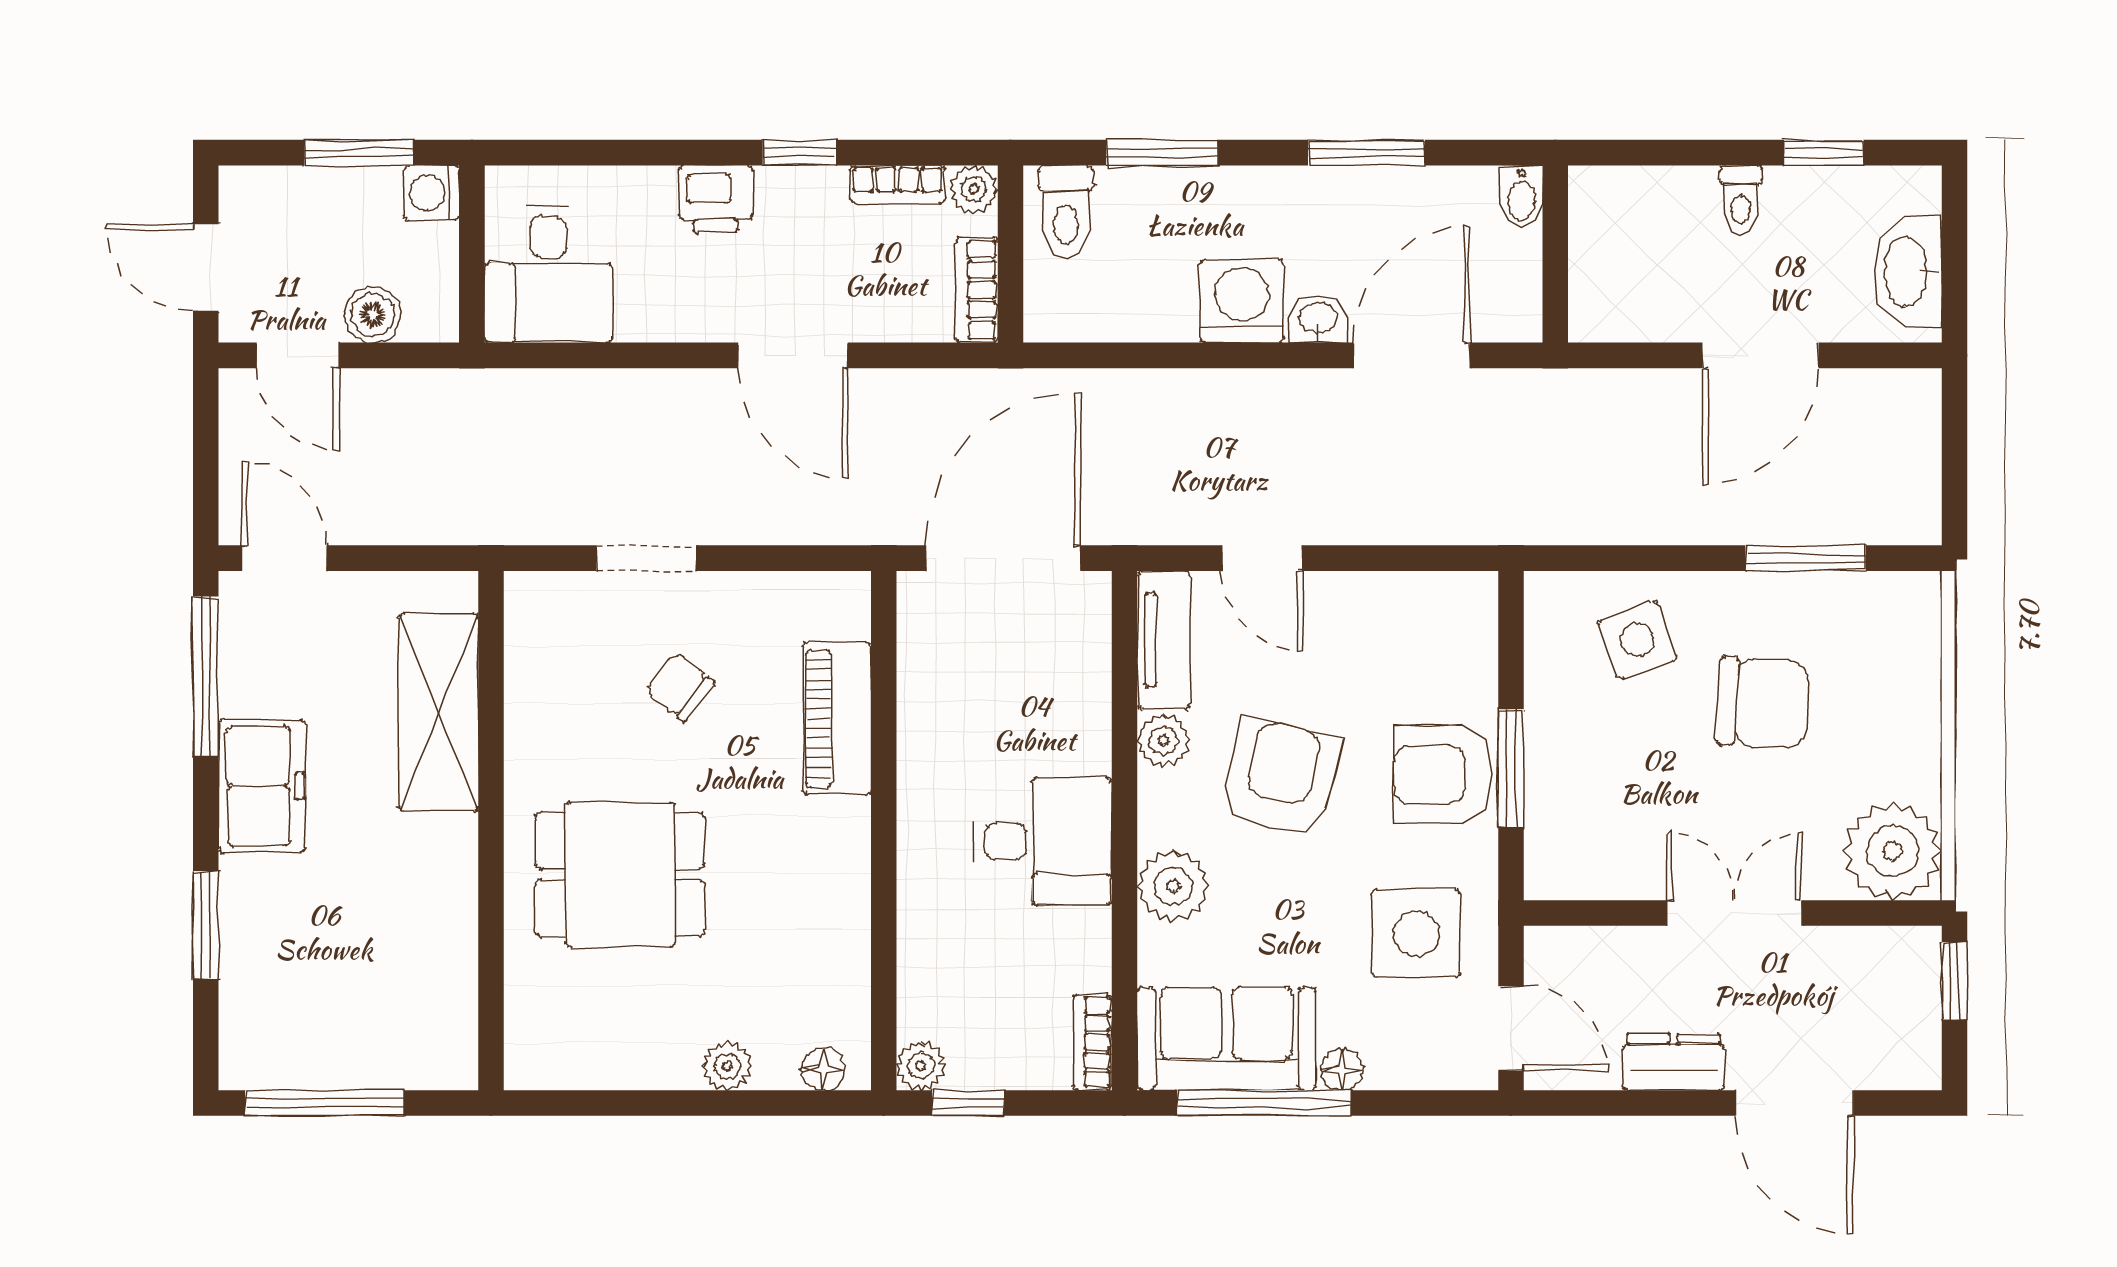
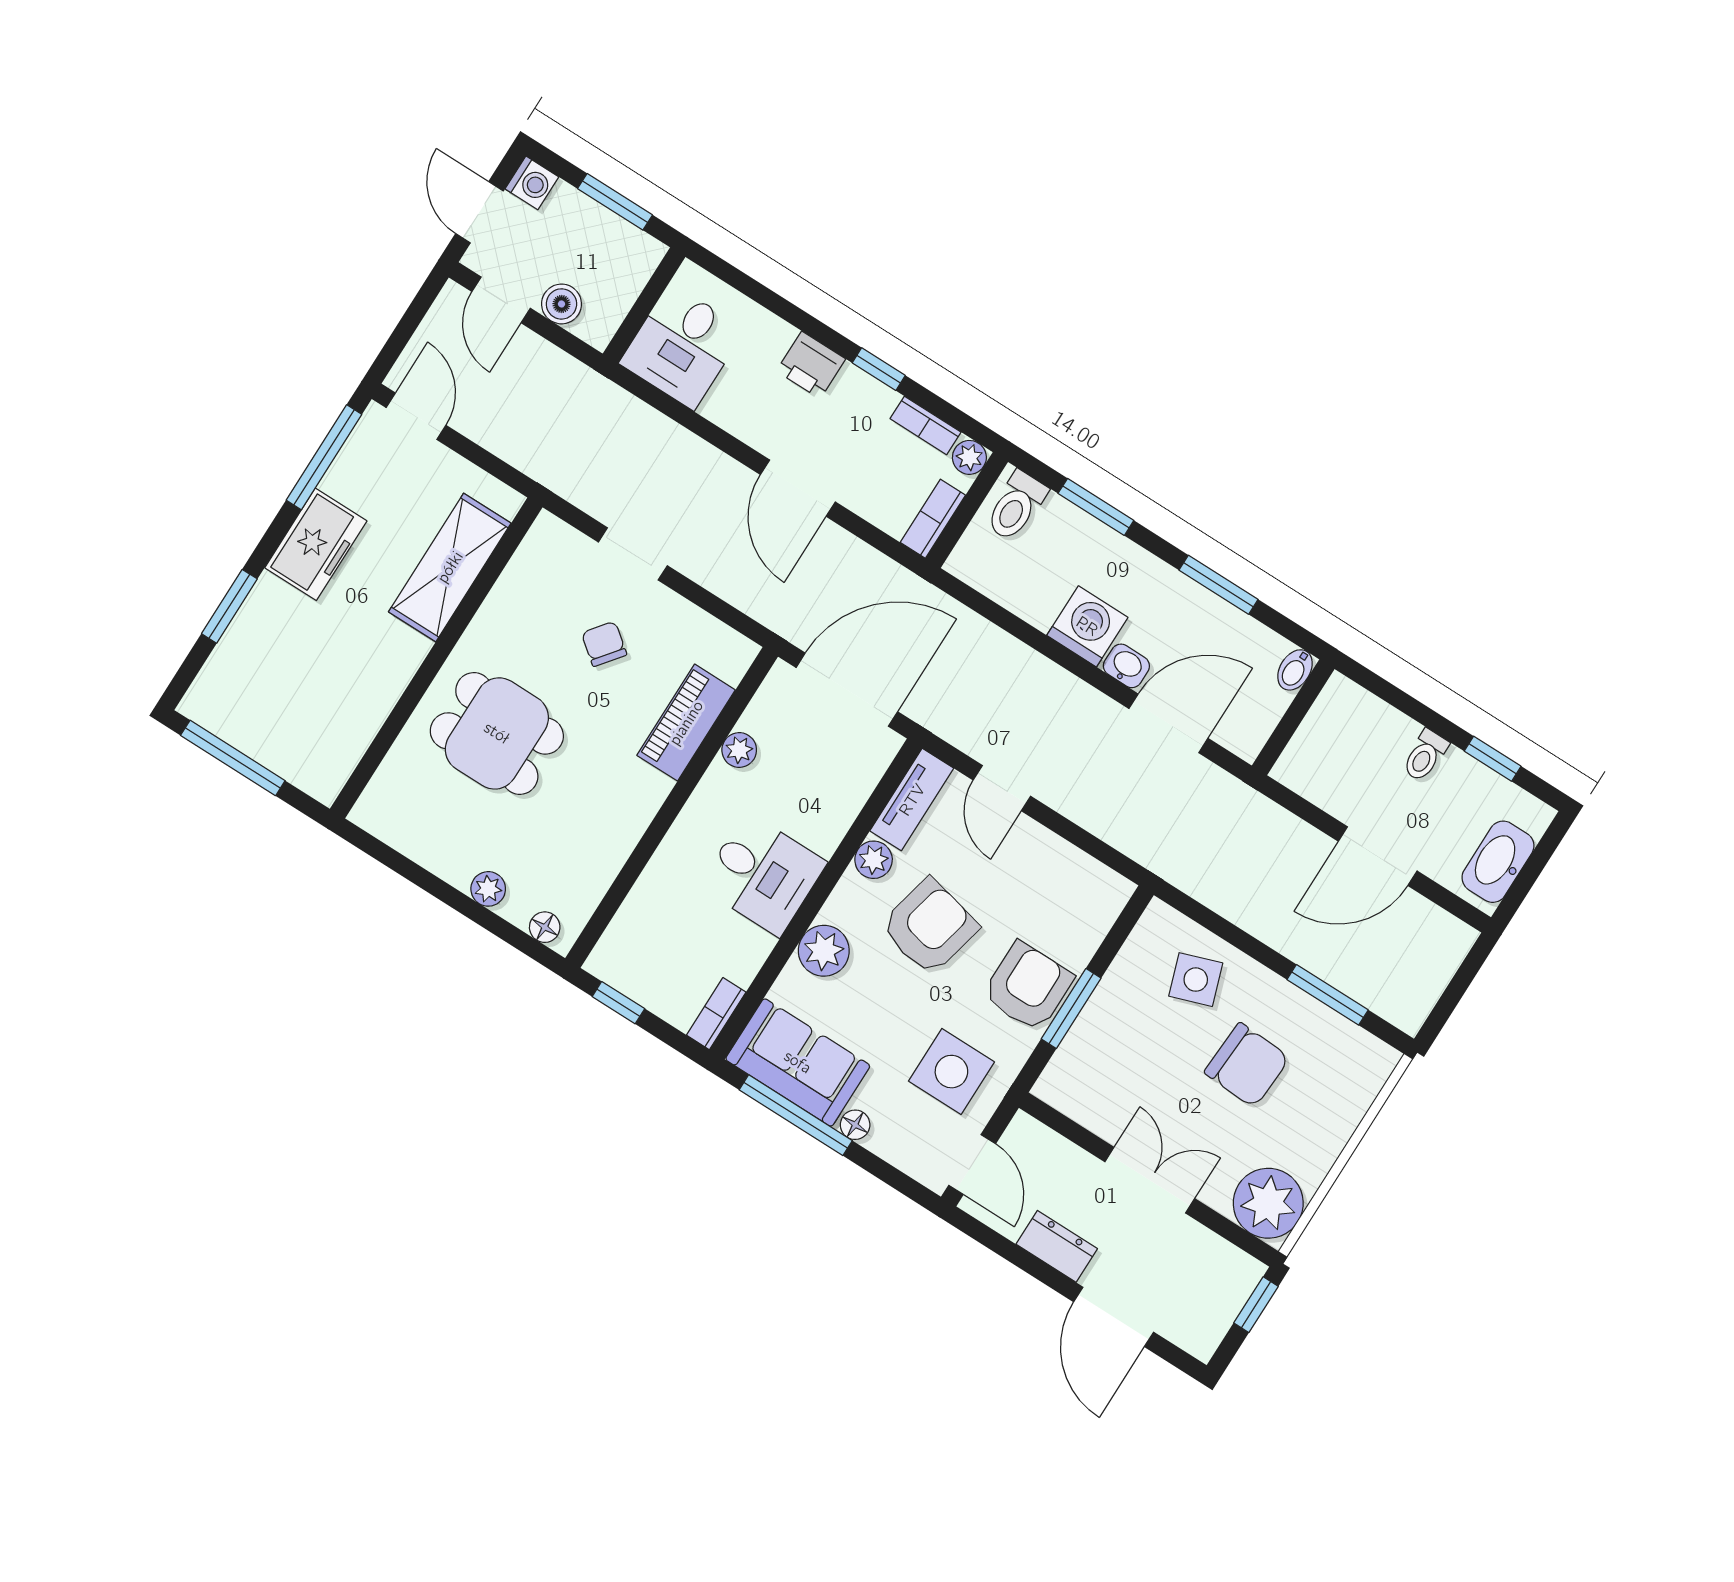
washing machine: (432, 193) -> (532, 183), moved, turned 180
armchair: (1443, 775) -> (1028, 987), turned 90
plant: (921, 1066) -> (739, 750), moved

